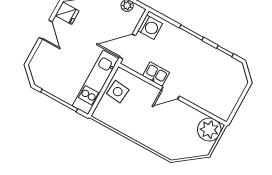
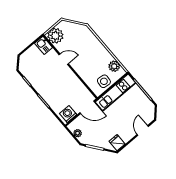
door: (46, 30) -> (143, 130), moved
kitchen sink: (156, 74) -> (44, 45), moved
door: (170, 93) -> (64, 59), moved
plant: (111, 118) -> (114, 66), added

